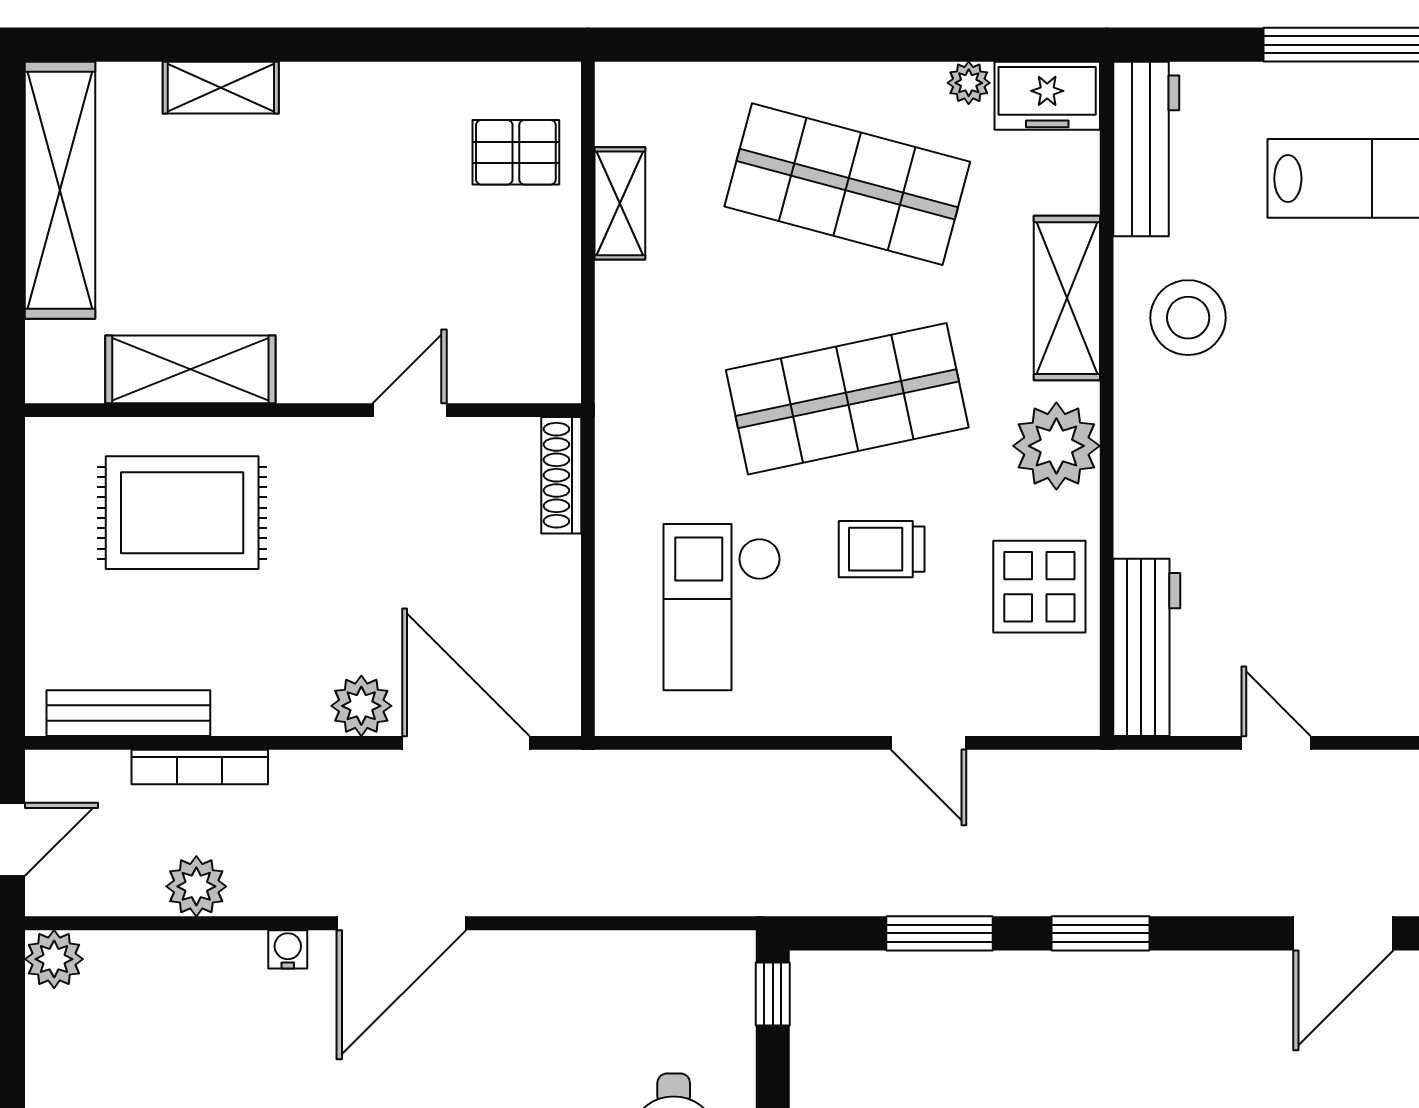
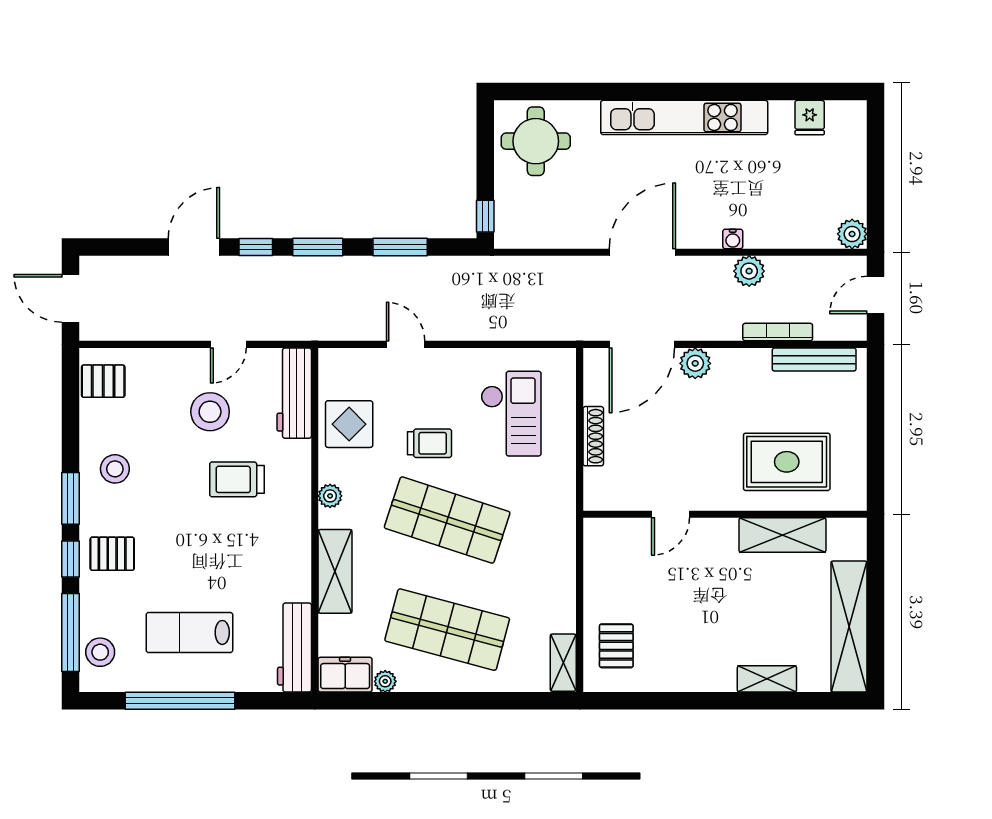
pallet: (516, 152) -> (616, 646), turned 90
shelving: (620, 203) -> (563, 663), moved
stool: (1188, 318) -> (210, 412), moved
shop shelf: (847, 399) -> (447, 520), turned 30
plant: (1056, 446) -> (330, 496), width x0.53, depth x0.53
shoe rack: (561, 475) -> (593, 436), moved
trolley: (1259, 478) -> (237, 479), added
door: (466, 743) -> (642, 344), hinge flipped
door: (1276, 743) -> (228, 344), hinge flipped
plant: (196, 886) -> (749, 271), moved
door: (401, 923) -> (642, 252), moved
window: (1222, 933) -> (256, 247), added

